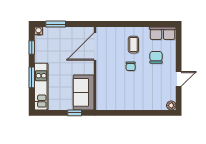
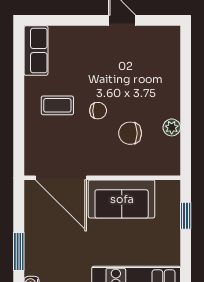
chair: (156, 57) -> (130, 133), moved
sofa: (84, 92) -> (122, 199), moved
plant: (171, 105) -> (172, 127), moved

